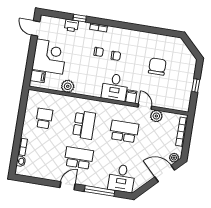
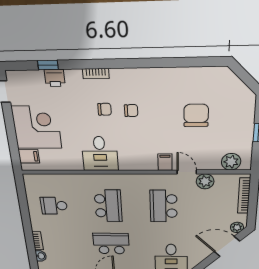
window: (80, 18) -> (48, 65), moved
plant: (68, 86) -> (231, 162), moved
desk: (115, 87) -> (100, 154), moved
school desk: (44, 118) -> (54, 206), turned -90
school desk: (124, 131) -> (164, 206), turned -90

